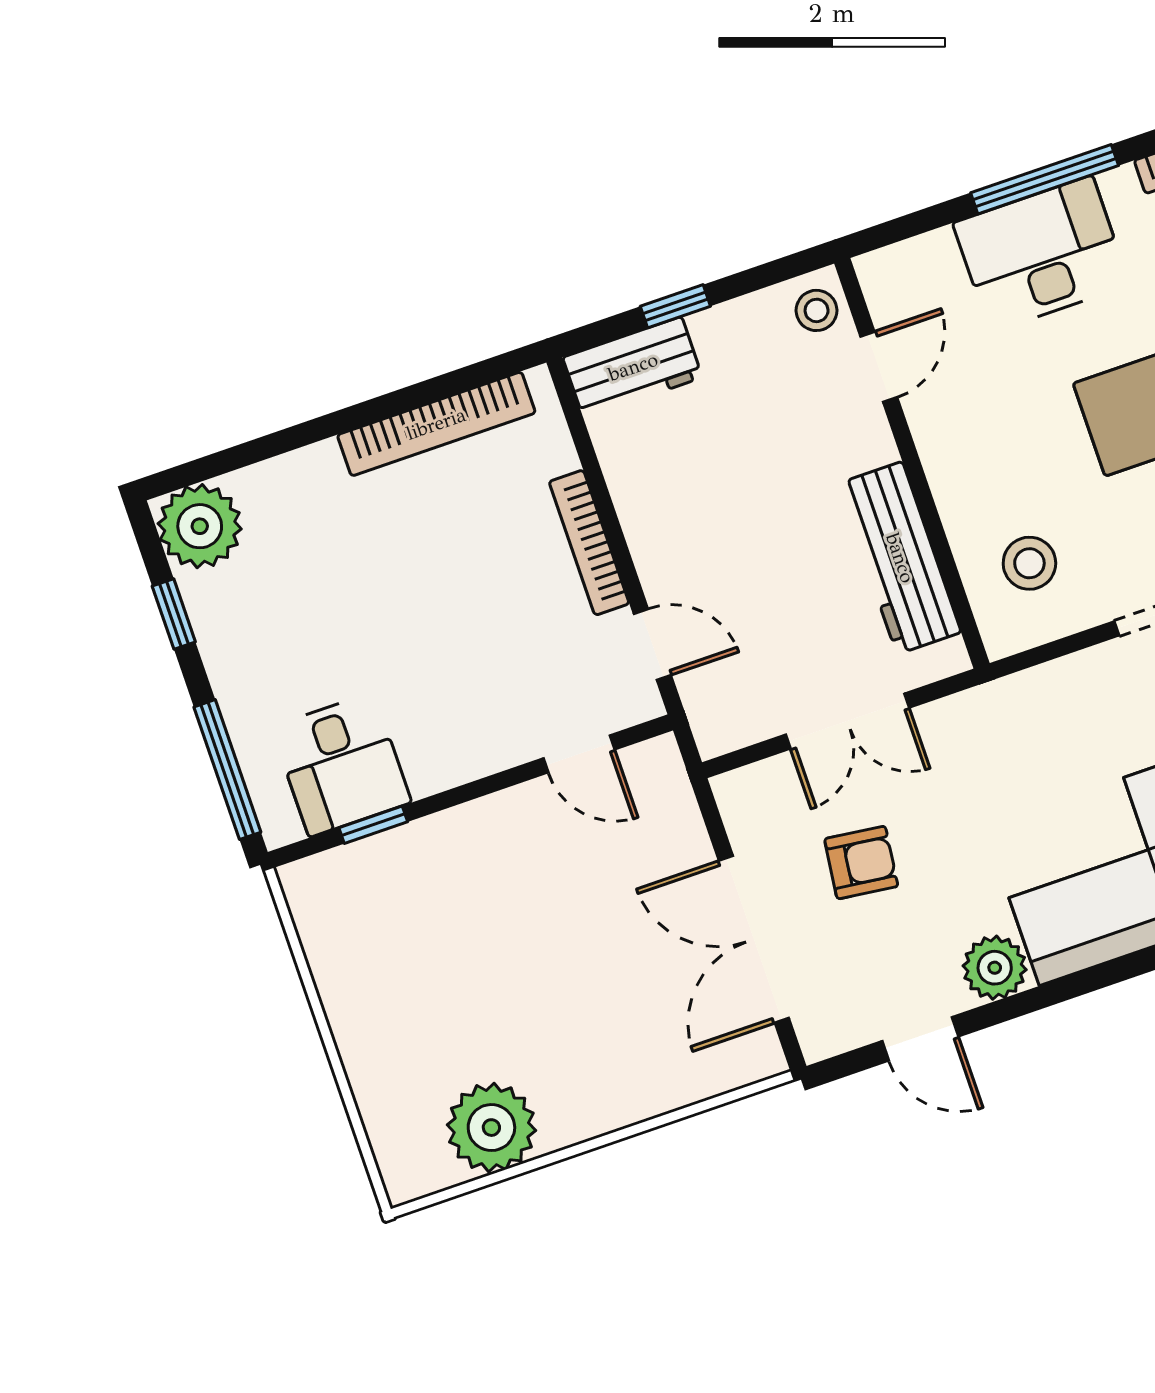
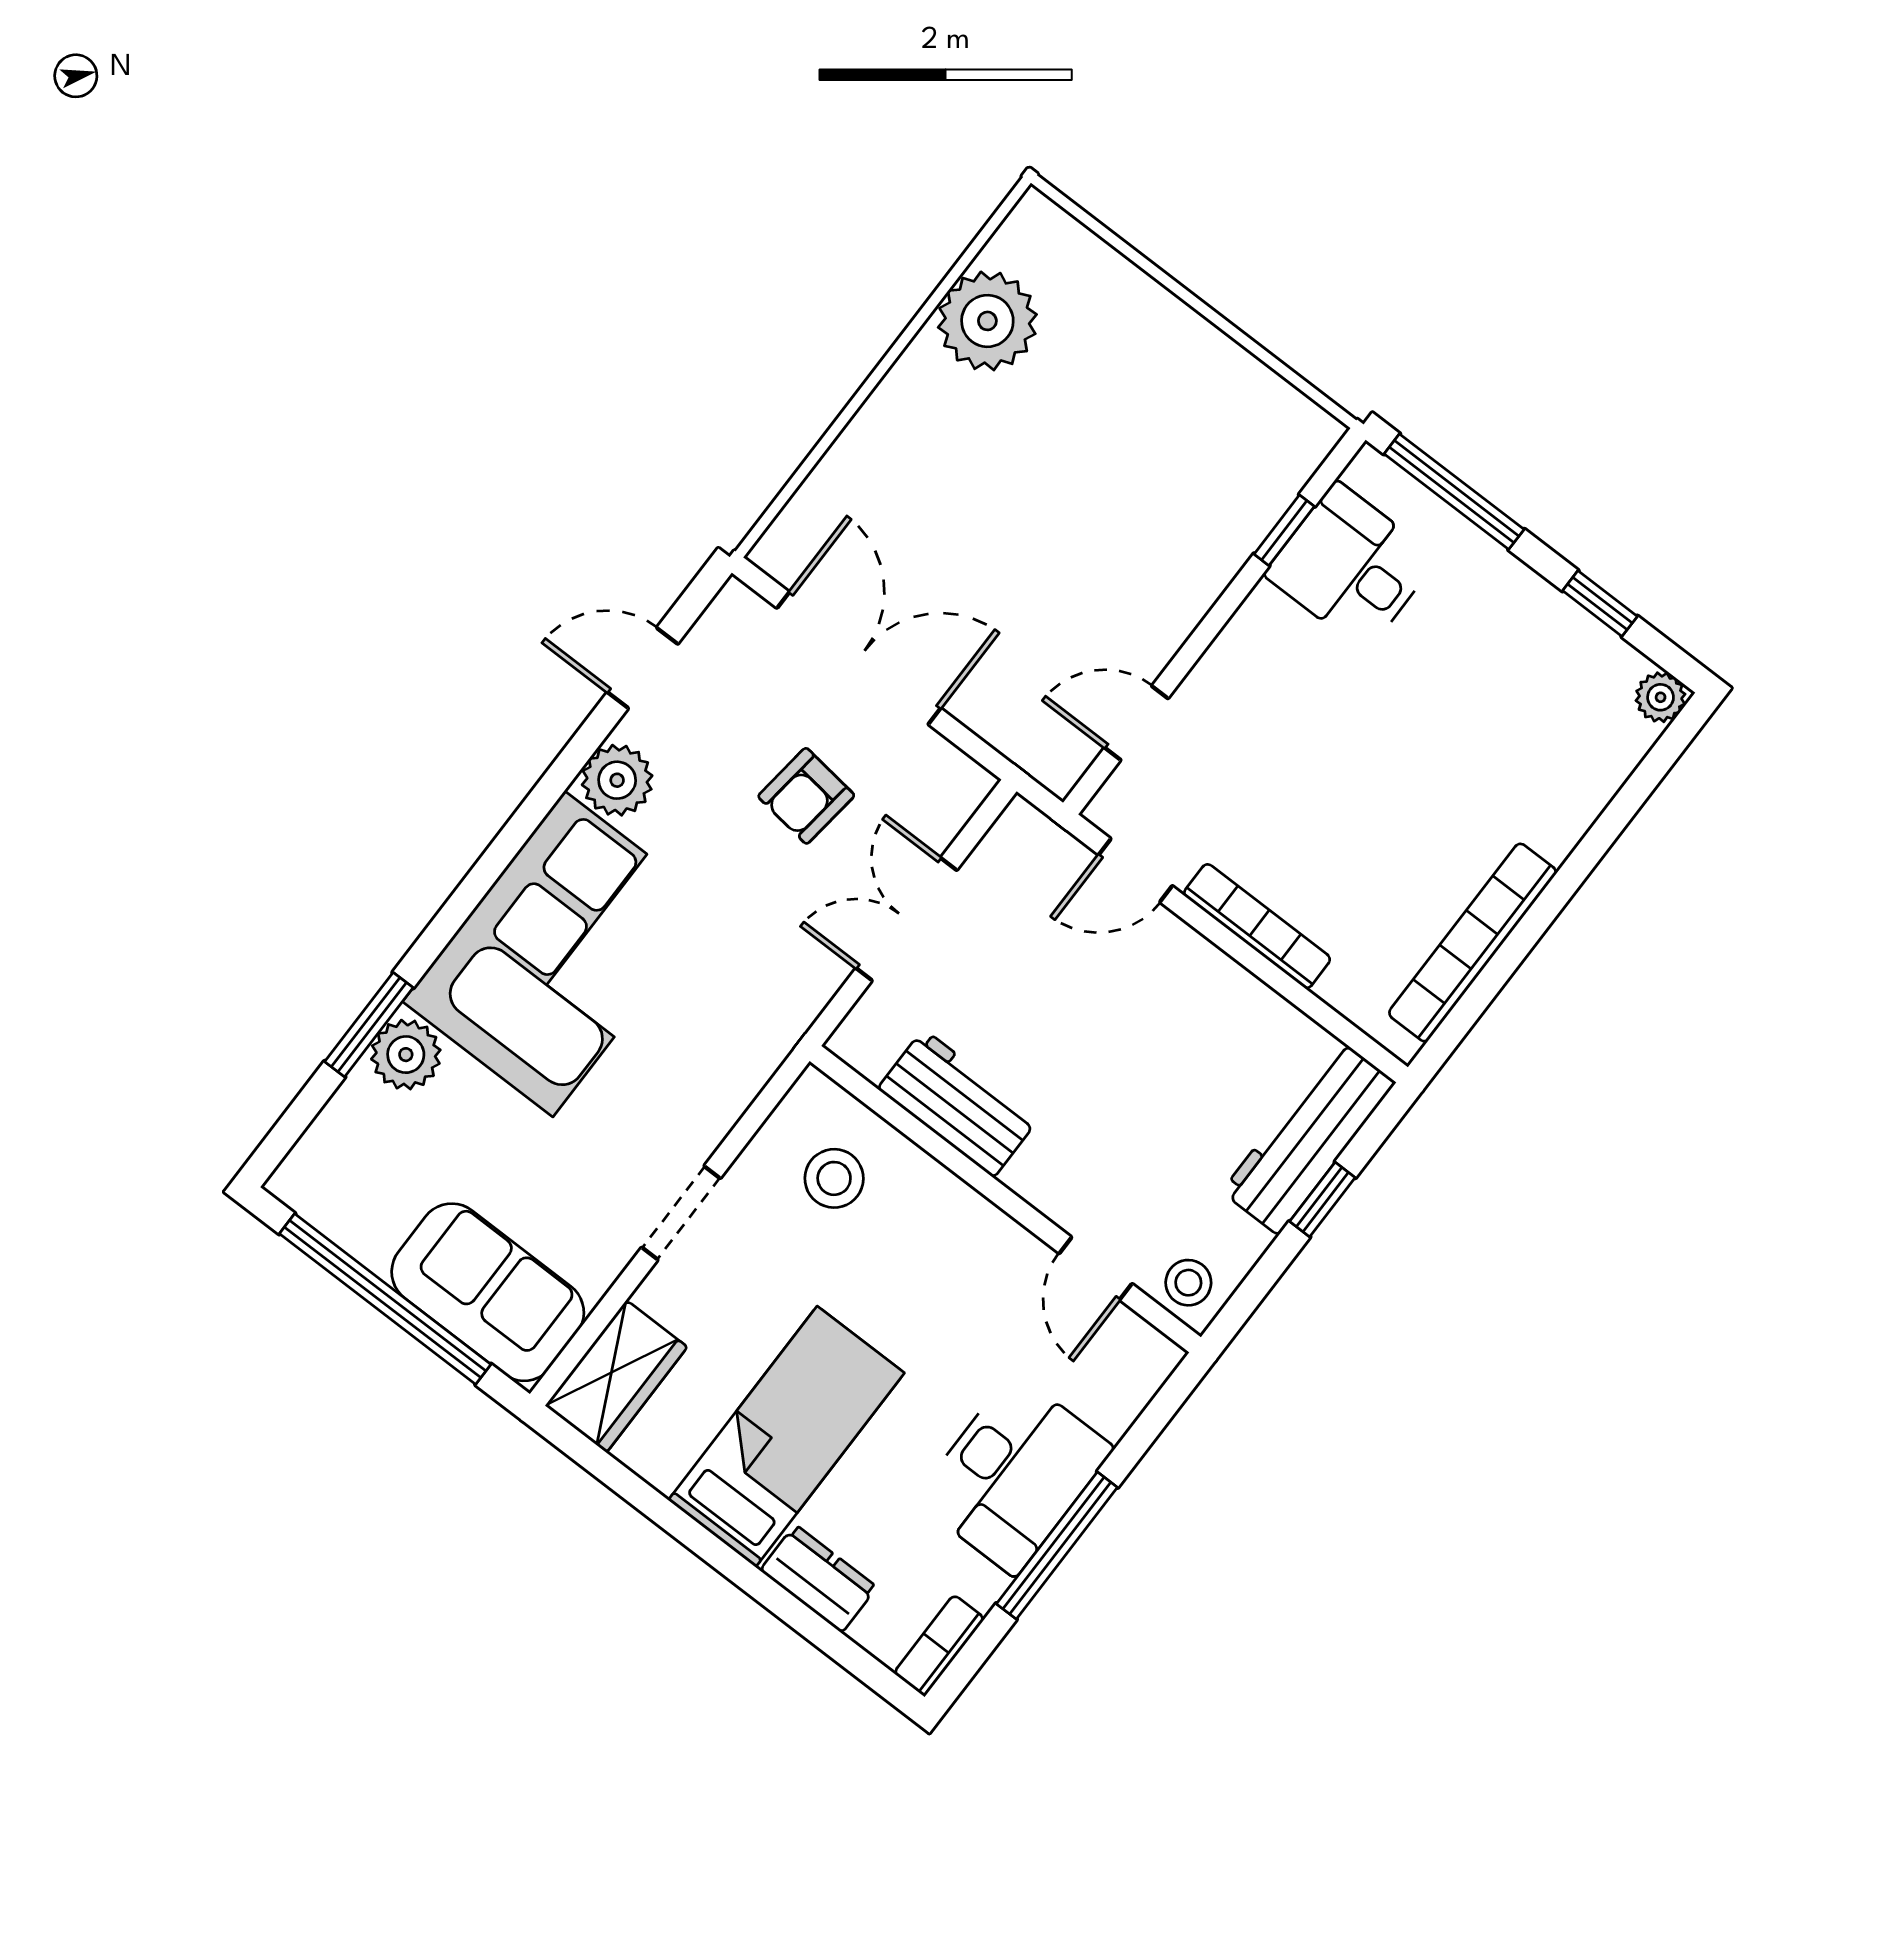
workbench: (633, 367) -> (1309, 1137), width x1.38
plant: (200, 526) -> (1661, 697), width x0.53, depth x0.53
workbench: (900, 558) -> (958, 1103), width x0.73

